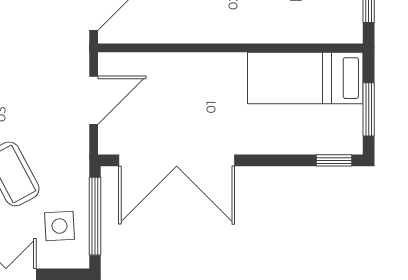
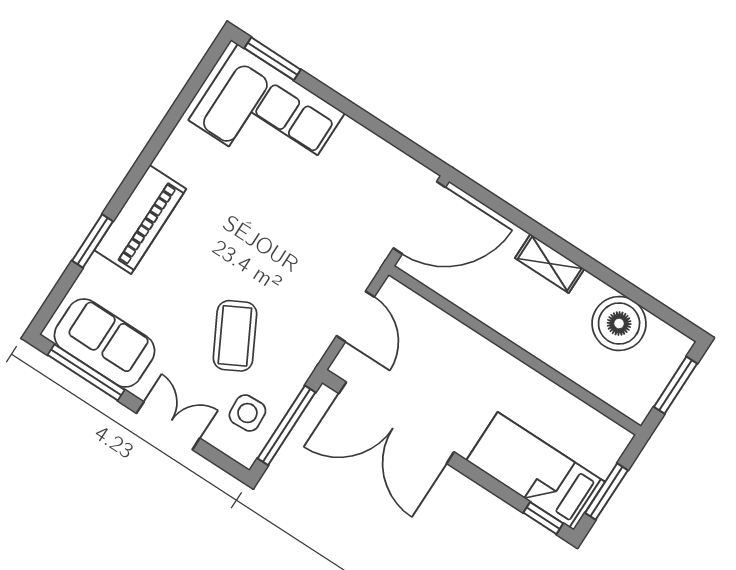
bed: (305, 78) -> (536, 471), moved
door: (94, 100) -> (355, 316), hinge flipped

